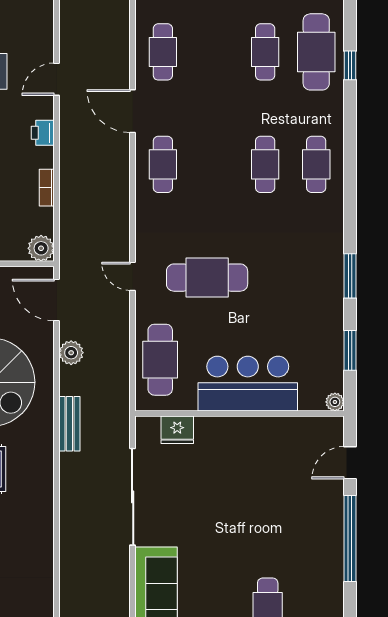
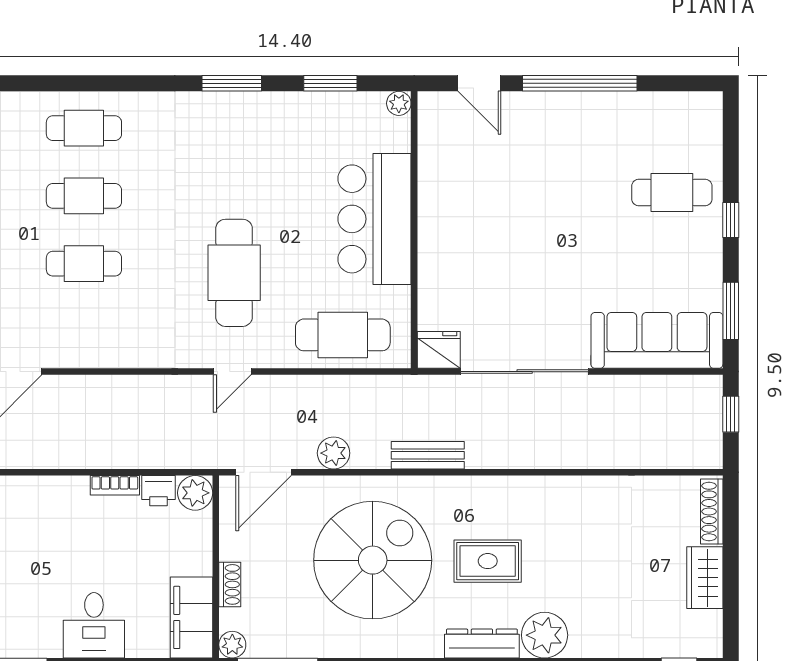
printer: (43, 133) -> (158, 491), moved
cafe table: (163, 164) -> (84, 264), moved
fridge: (177, 430) -> (439, 350), moved, turned -90

